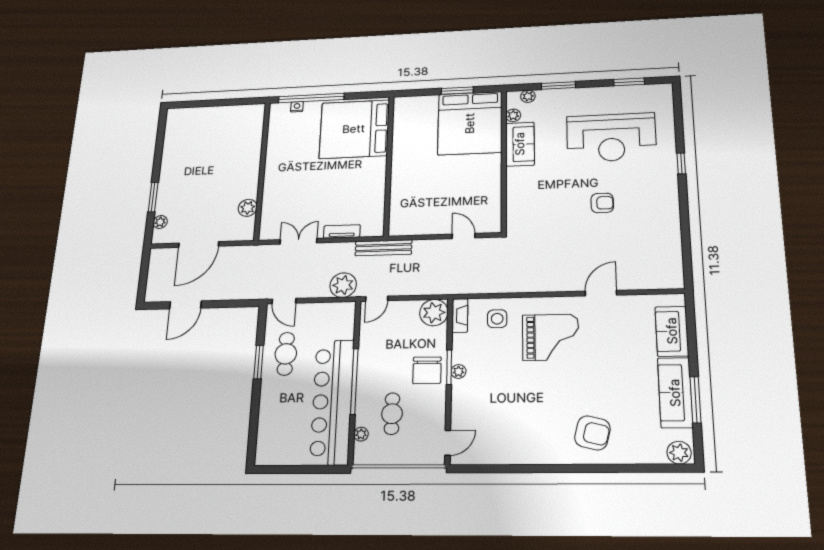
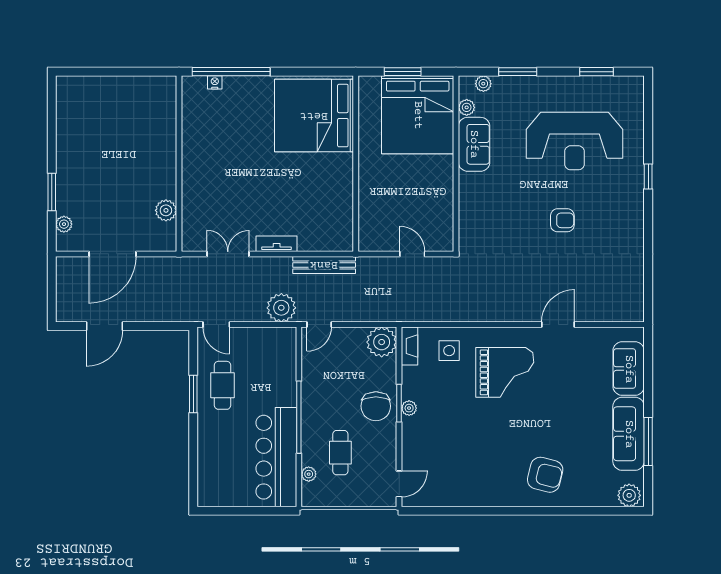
bed: (354, 129) -> (314, 116), moved
wall: (389, 165) -> (356, 164), moved
bar counter: (332, 402) -> (276, 457), width x0.73

